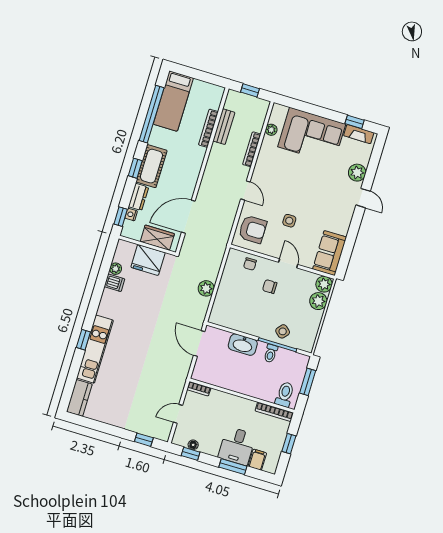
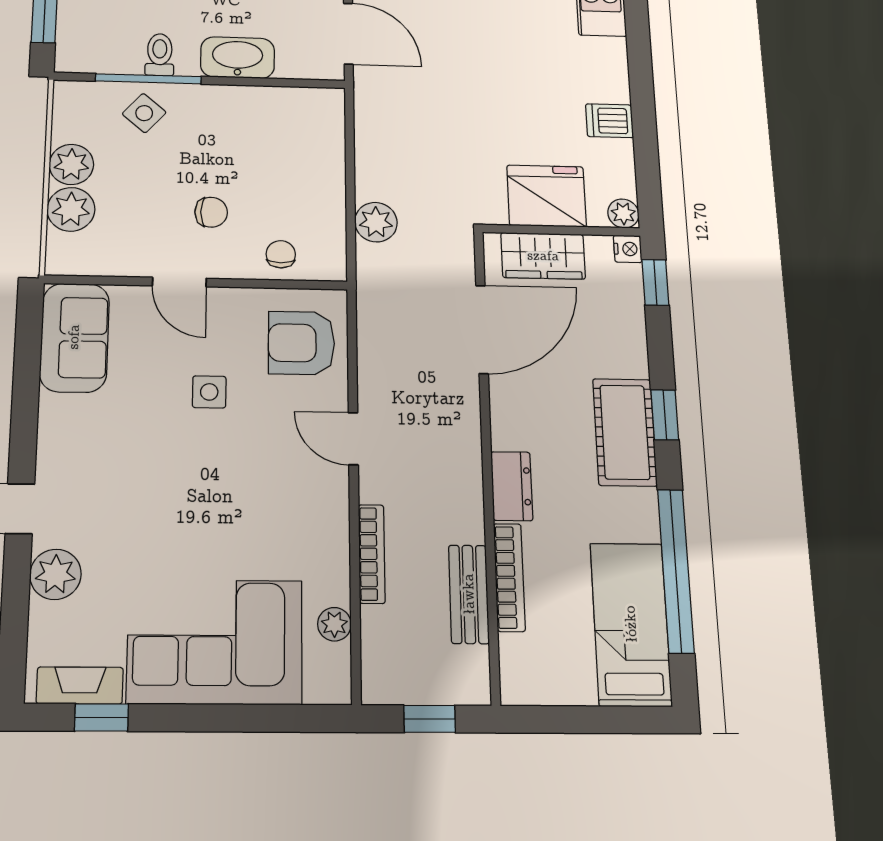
dresser: (138, 197) -> (512, 486), moved, turned 180
nightstand: (131, 215) -> (628, 249), moved
plant: (116, 269) -> (623, 213), moved
plant: (324, 284) -> (71, 164), moved
plant: (206, 288) -> (376, 222), moved

